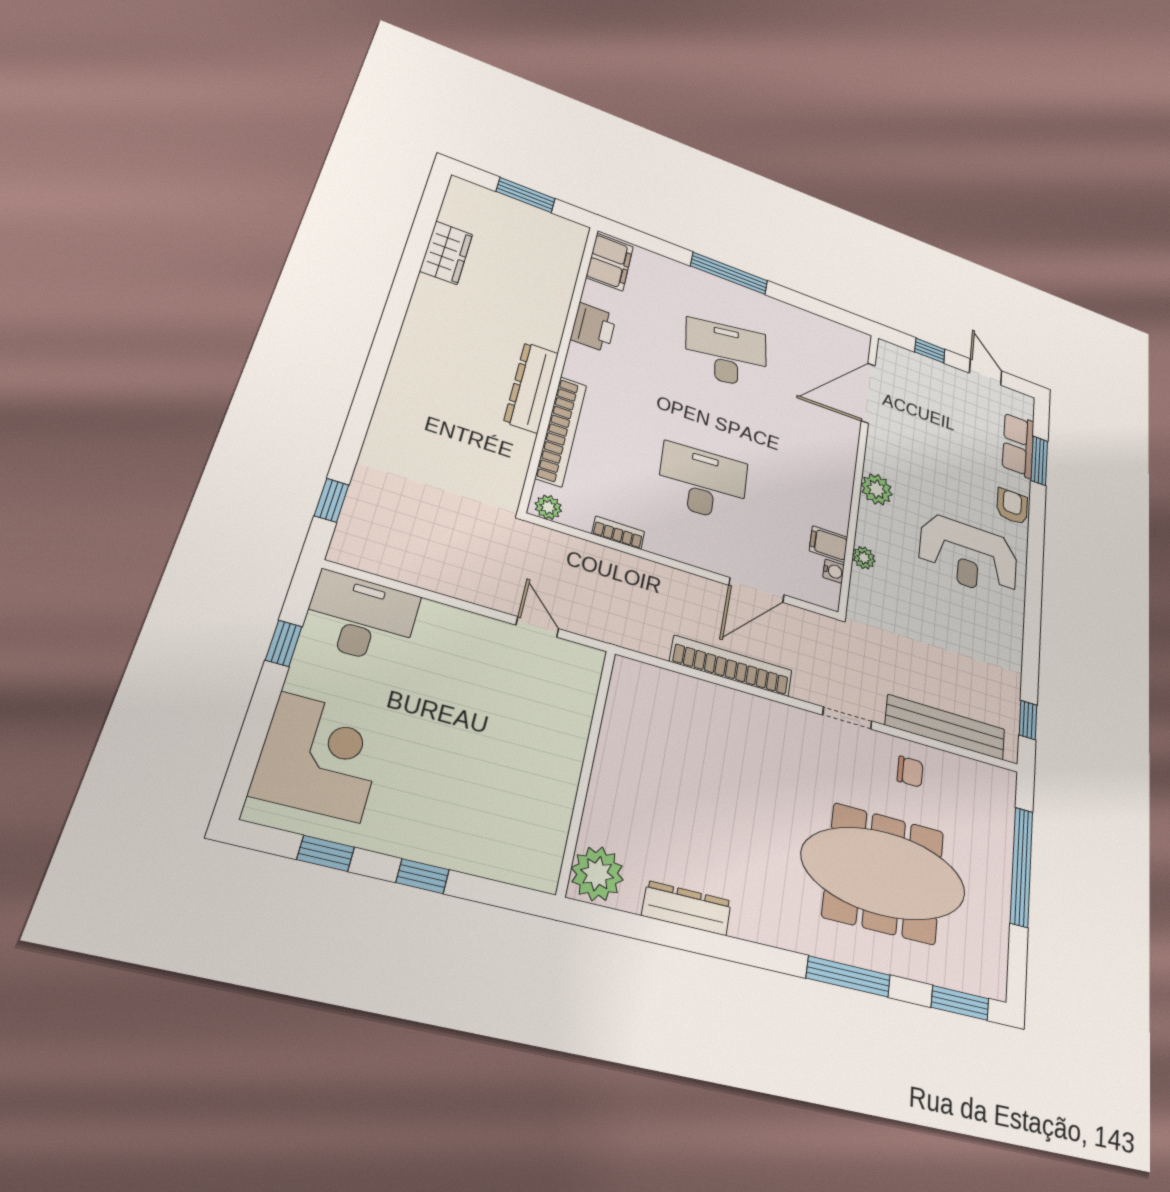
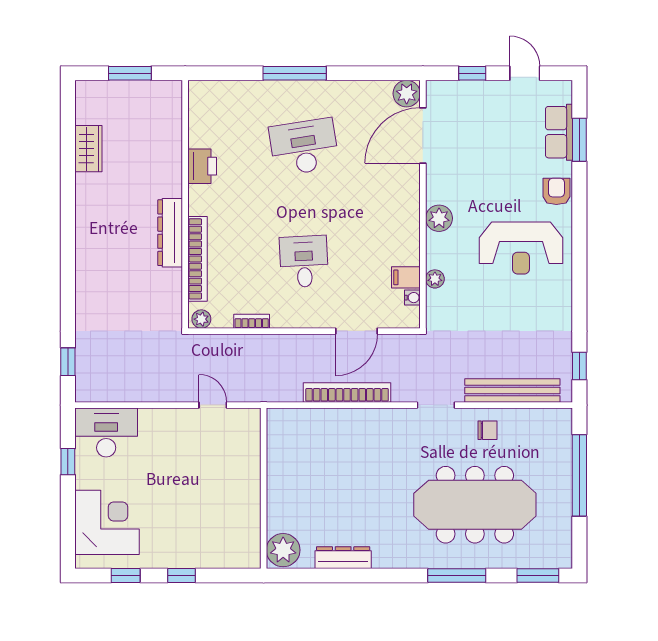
filing cabinet: (610, 262) -> (202, 104), removed
plant: (855, 343) -> (407, 94), added
desk: (703, 482) -> (304, 262), width x0.73

